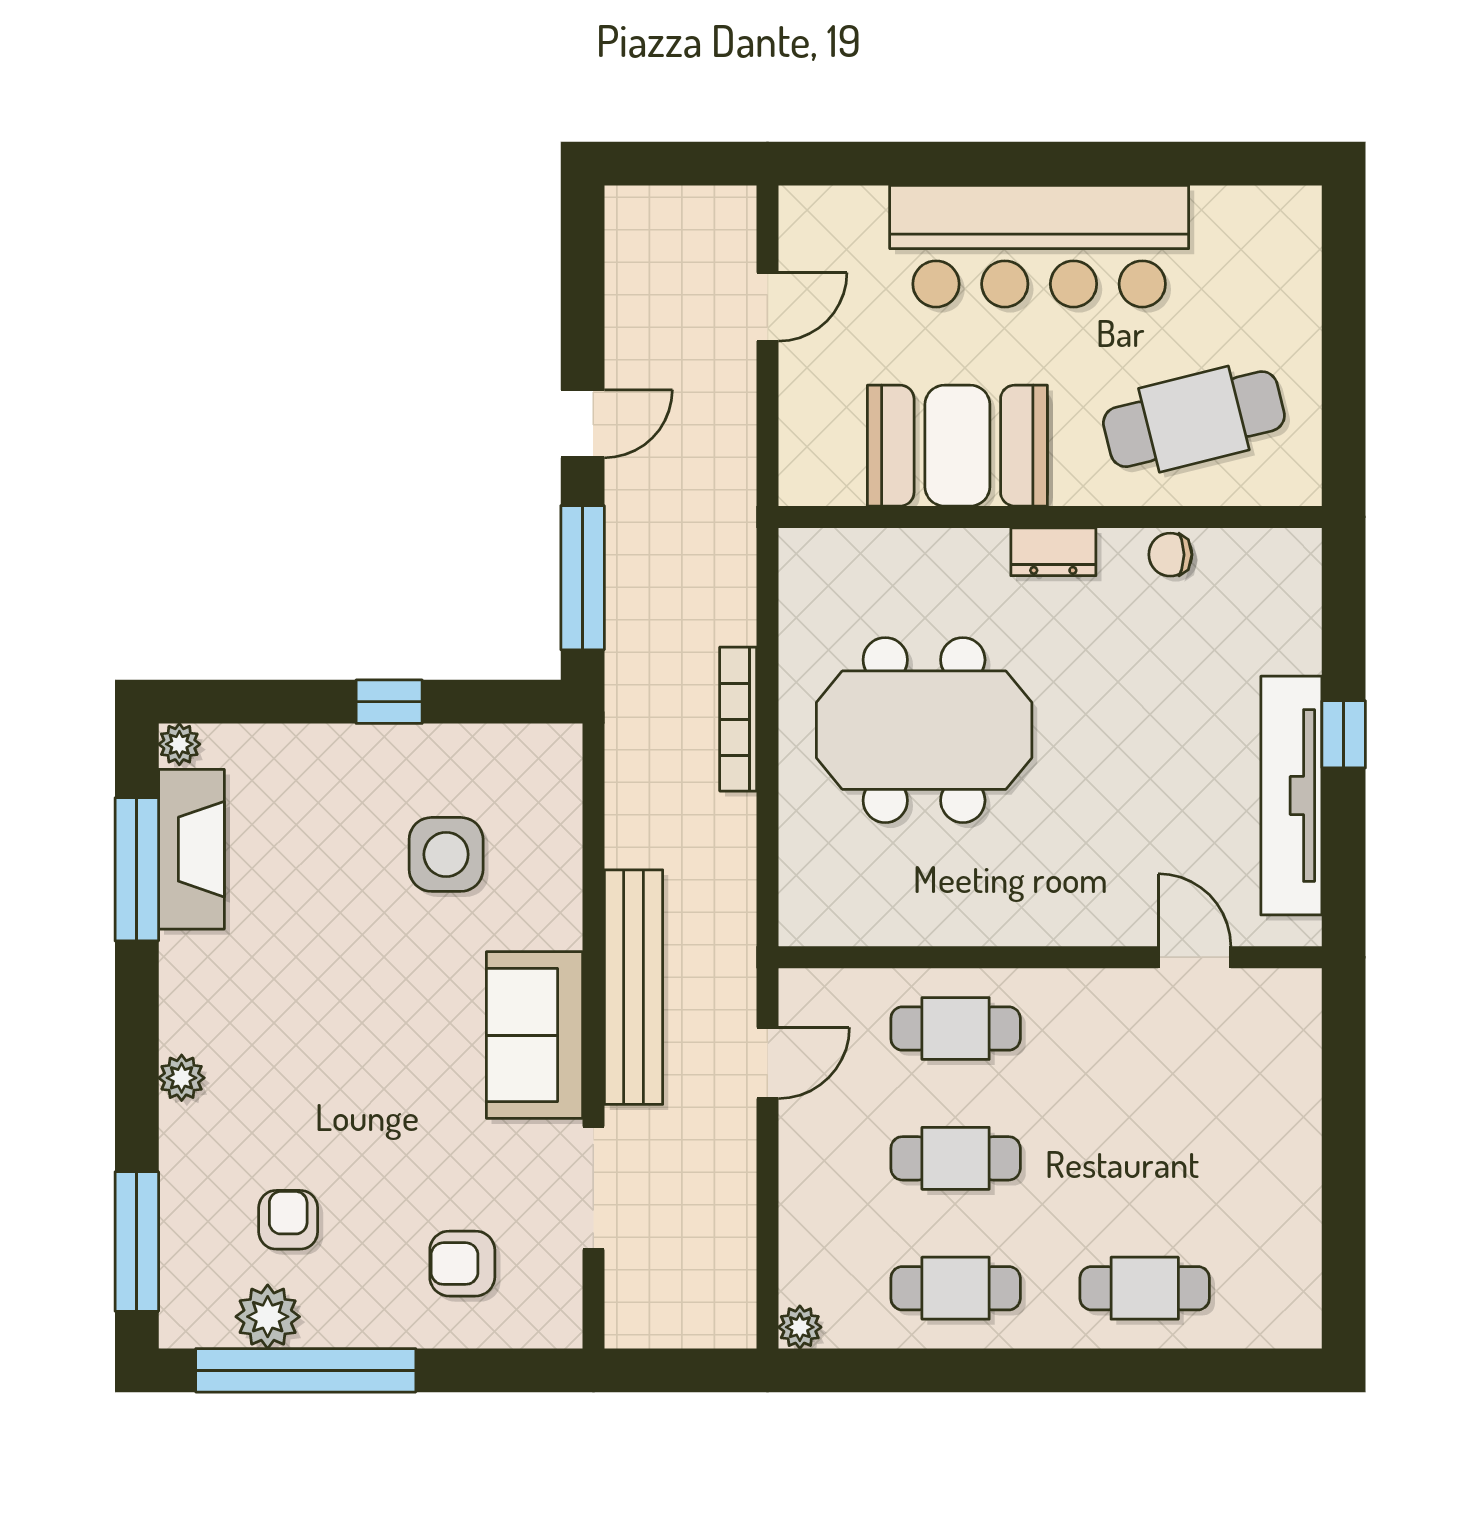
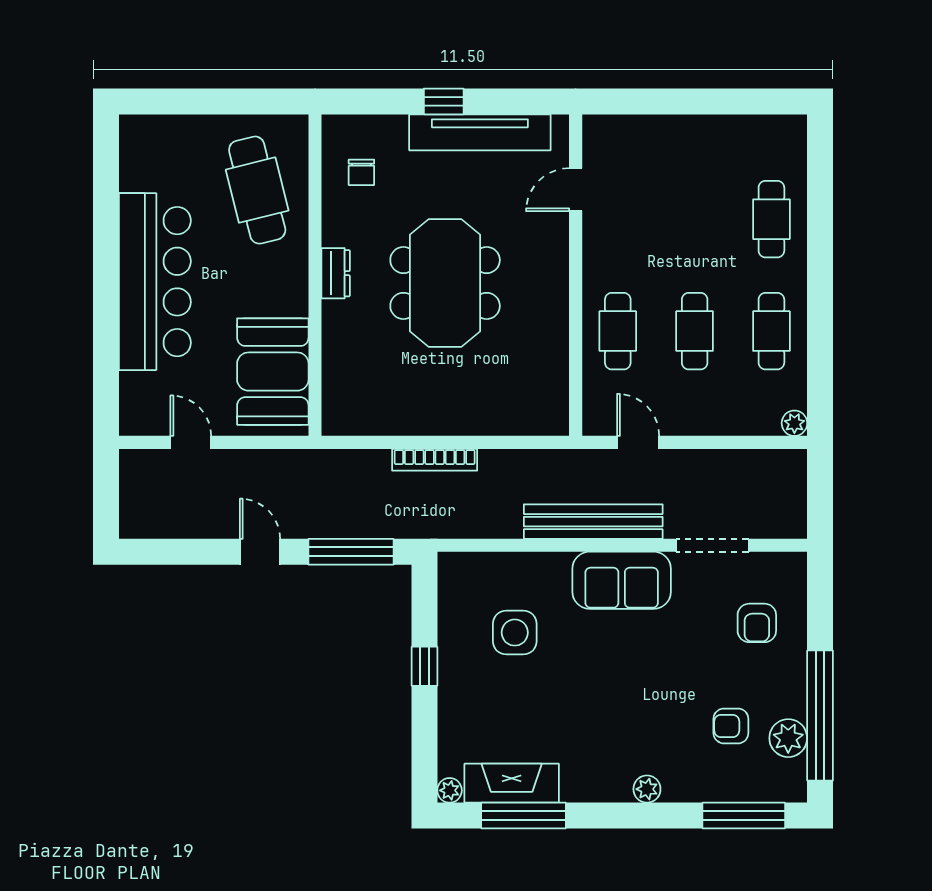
booth: (957, 446) -> (273, 372), moved
chair: (1170, 555) -> (361, 172), moved
meeting table: (924, 730) -> (445, 283), moved

